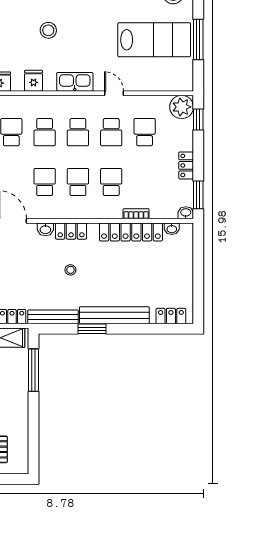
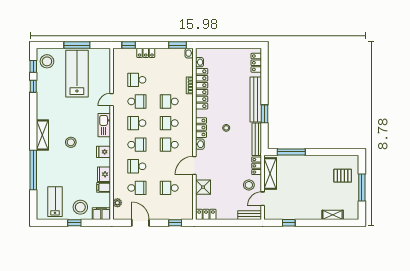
plant: (182, 107) -> (121, 56), removed
school desk: (78, 132) -> (137, 123), turned 180
locker: (186, 165) -> (146, 53), moved

